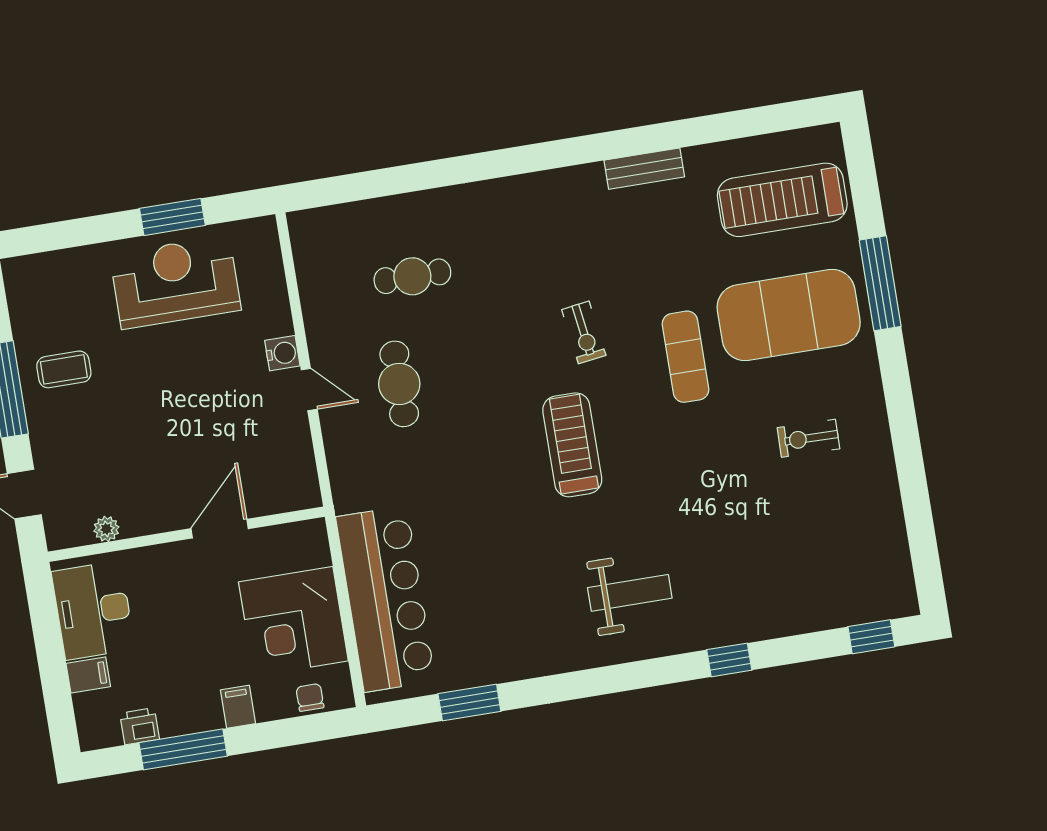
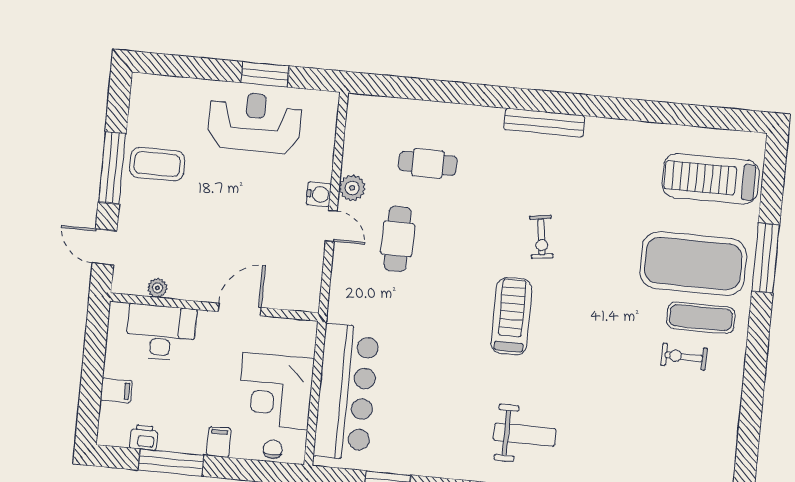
bench: (644, 169) -> (544, 123), moved, width x1.36
plant: (323, 334) -> (352, 188), added
exercise mat: (685, 357) -> (701, 318), moved, turned 90
coffee table: (64, 369) -> (157, 164), width x1.36, depth x1.30
desk: (93, 610) -> (161, 332), moved, turned 90

